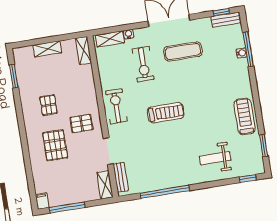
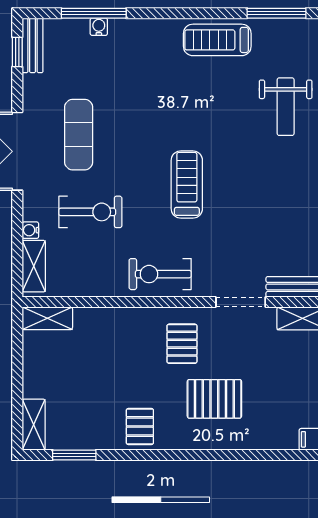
shelving: (47, 49) -> (34, 425), moved
pallet: (49, 105) -> (140, 426), moved, turned 90
window: (264, 145) -> (276, 13), width x1.44

